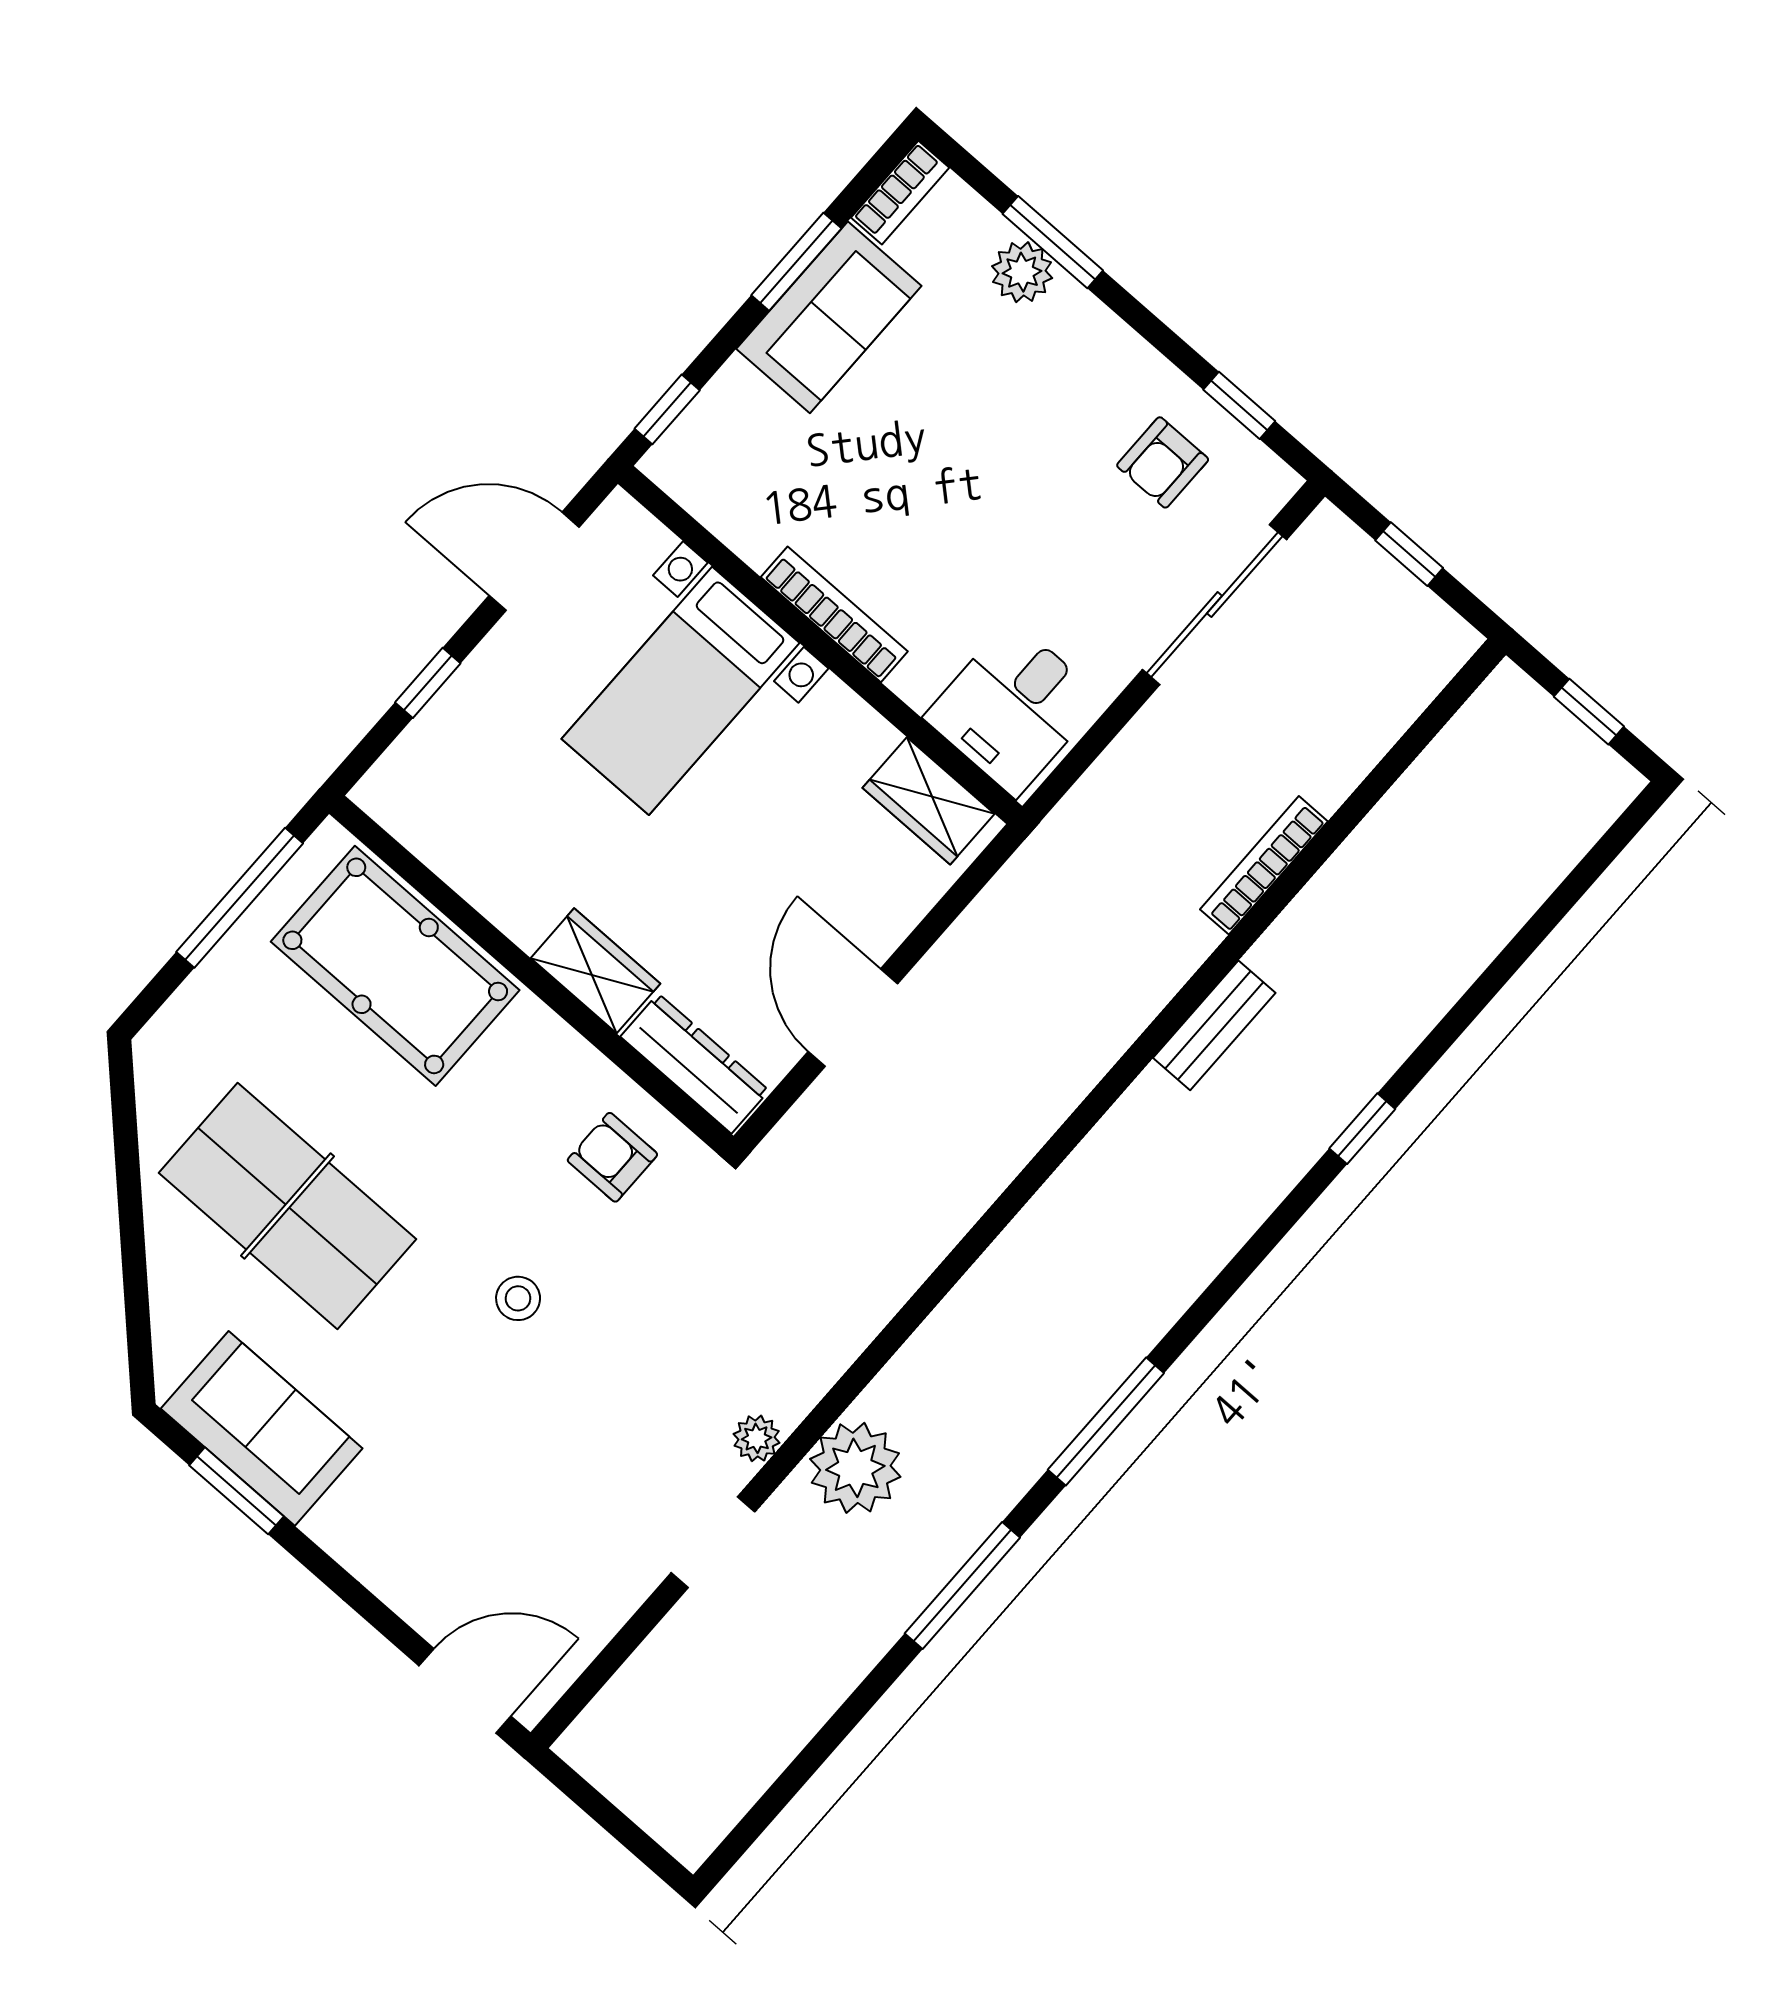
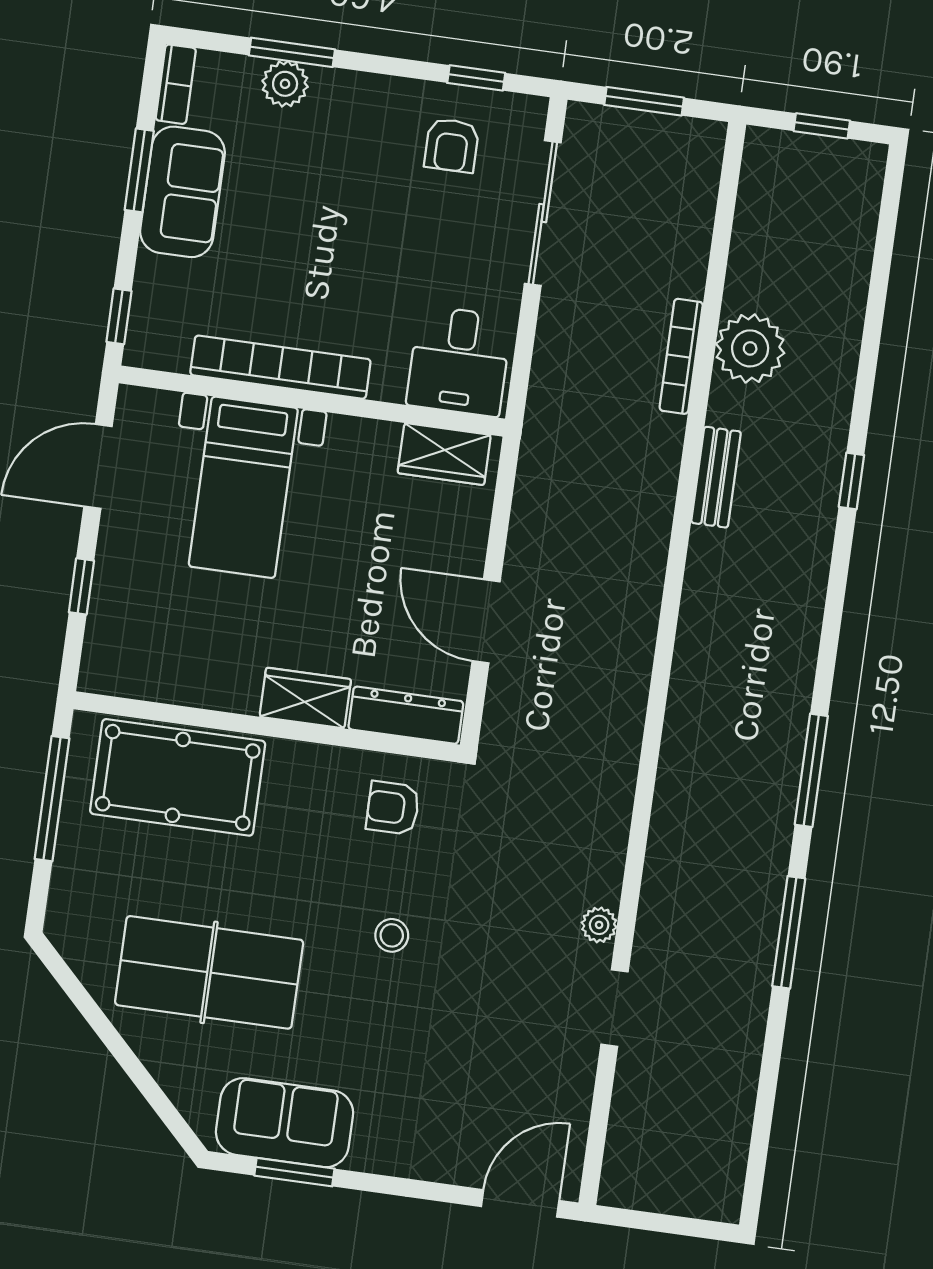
window: (1409, 554) -> (644, 101), width x1.50
bookcase: (834, 614) -> (280, 367), width x1.48, depth x1.31
plant: (855, 1468) -> (750, 348), moved

